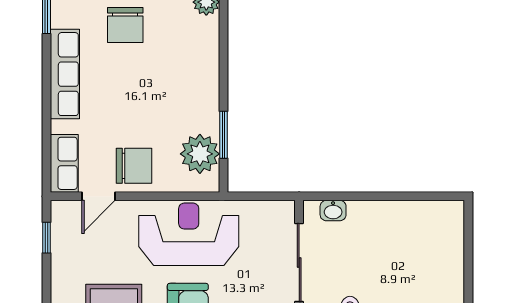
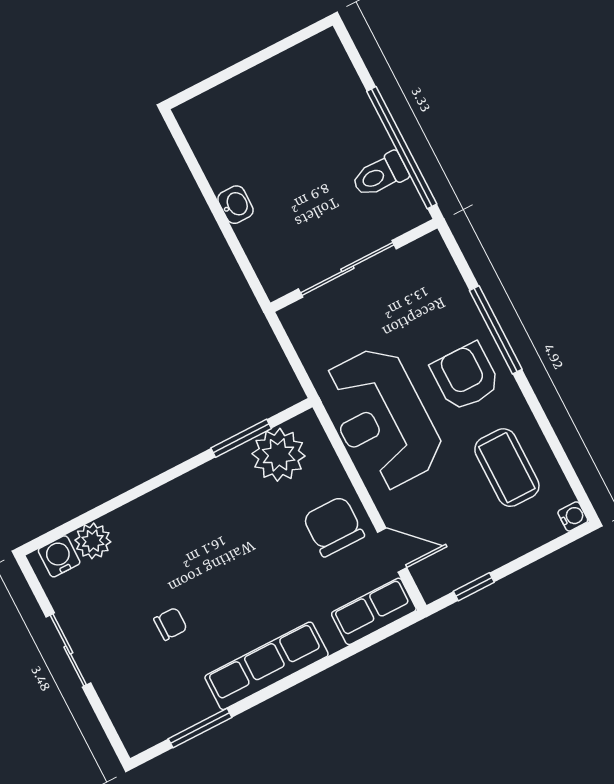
chair: (125, 25) -> (170, 624), width x0.54, depth x0.54
washbasin: (333, 211) -> (235, 205), moved

